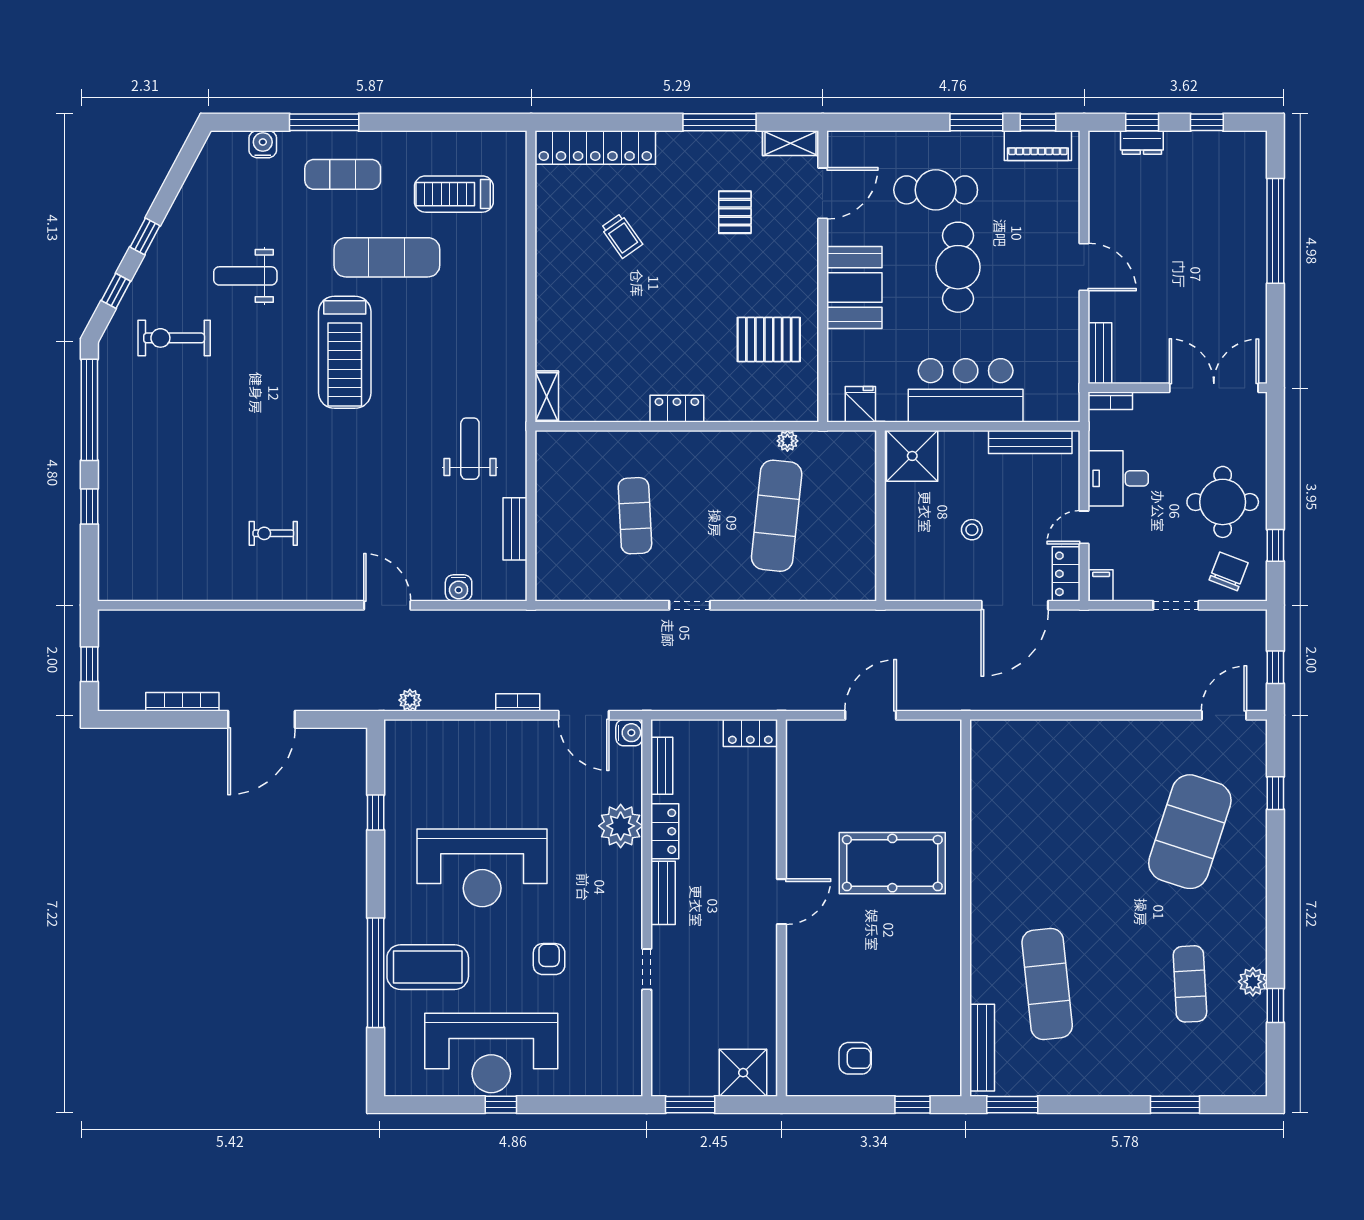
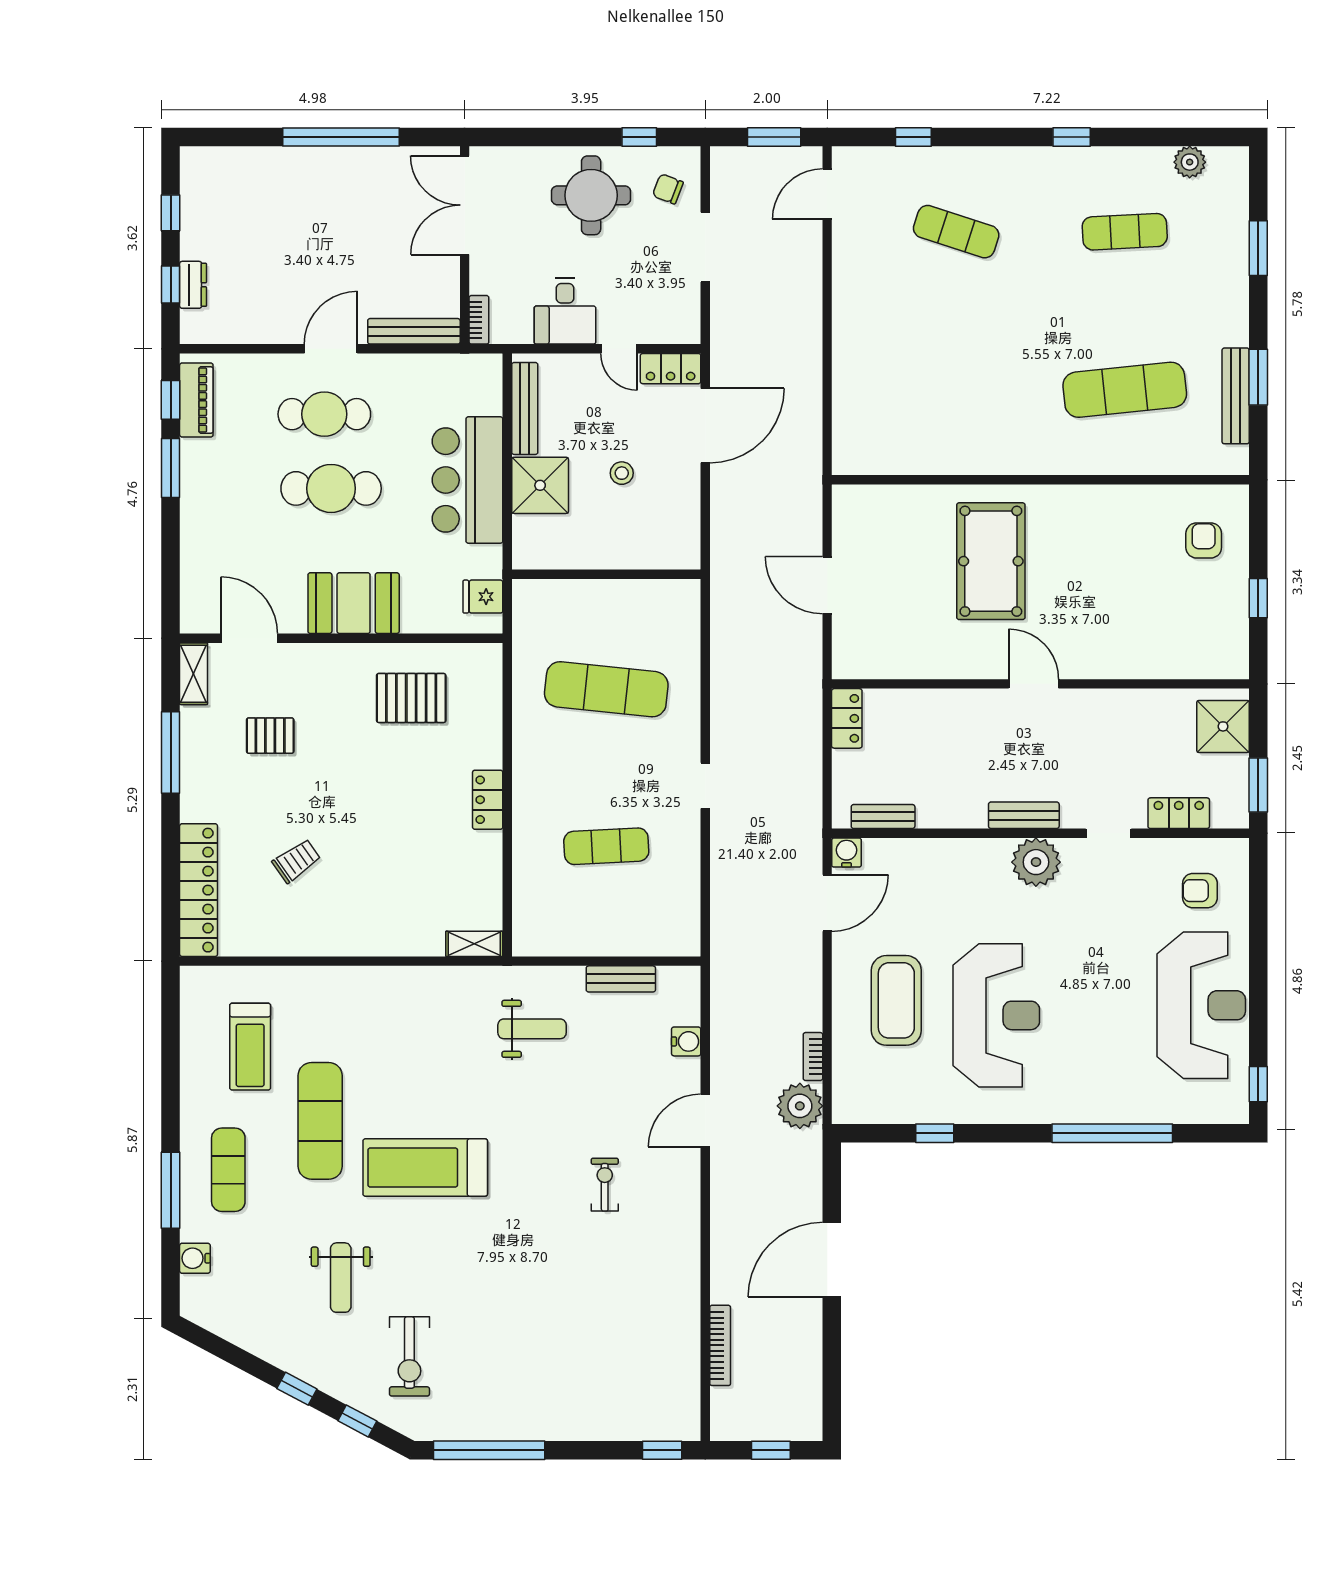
cafe table: (936, 190) -> (324, 414), moved, turned 90
window: (1275, 231) -> (341, 137), moved
pallet: (769, 340) -> (411, 698), turned 90
treadmill: (345, 352) -> (425, 1168), turned 180
bench: (1100, 353) -> (414, 331), width x1.36
plant: (787, 441) -> (523, 677), removed
weight bench: (470, 449) -> (532, 1029), turned 180
shower: (912, 456) -> (540, 485), moved
window: (89, 507) -> (662, 1450), moved
exercise bike: (273, 533) -> (605, 1185), moved, turned 180
chair: (1229, 571) -> (668, 189), width x0.73, depth x0.73
filing cabinet: (1101, 585) -> (683, 330), removed
door: (1015, 605) -> (705, 426), hinge flipped
doorway: (1176, 605) -> (705, 247), width x1.38
window: (1275, 667) -> (774, 137), width x1.50
plant: (410, 700) -> (800, 1106), width x1.87, depth x1.87
bookcase: (182, 702) -> (720, 1345), moved, turned 180
bookcase: (518, 702) -> (813, 1057), moved
door: (1224, 715) -> (827, 194), hinge flipped
door: (262, 719) -> (832, 1260), swing flipped
plant: (621, 826) -> (1036, 862), moved
locker: (665, 831) -> (1179, 813), moved
exercise mat: (1190, 832) -> (956, 232), width x0.50, depth x0.69
armchair: (549, 959) -> (1200, 891), moved
coffee table: (428, 967) -> (896, 1000), moved
plant: (1253, 982) -> (1190, 162), moved
window: (1275, 1005) -> (1072, 137), moved
bench: (982, 1048) -> (1236, 396), moved, turned 90
armchair: (855, 1058) -> (1204, 540), moved
window: (501, 1105) -> (1258, 1084), moved
window: (913, 1105) -> (1258, 598), moved
window: (1012, 1105) -> (1258, 377), moved

